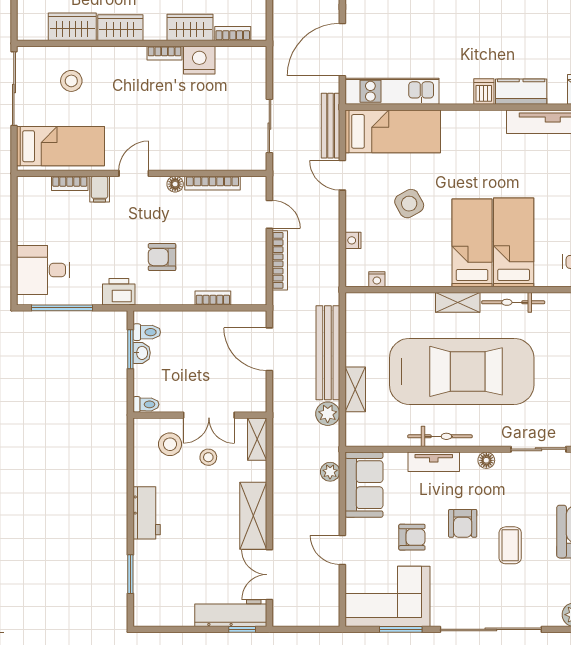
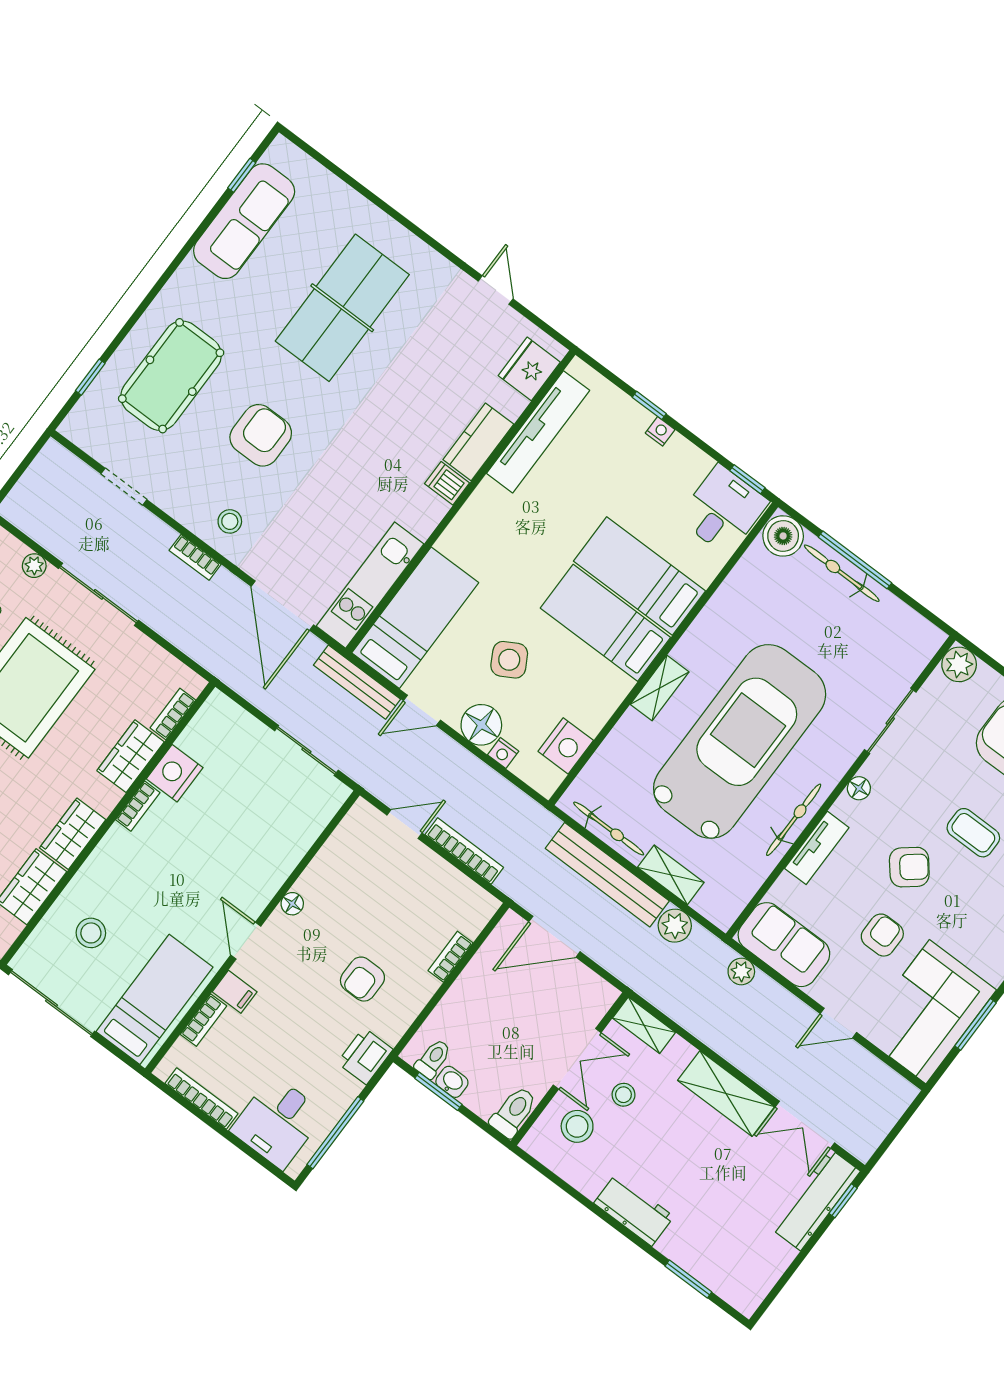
bookcase: (213, 183) -> (201, 1099), moved, turned -90
floor lamp: (360, 216) -> (481, 725), added
nightstand: (377, 279) -> (566, 746), width x1.89, depth x1.79
bicycle: (513, 302) -> (609, 829), moved, turned -90
toilet: (146, 404) -> (514, 1112), width x1.37, depth x1.39
armchair: (463, 523) -> (909, 867), turned -39

